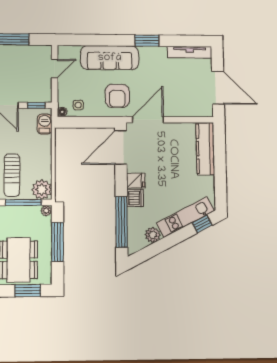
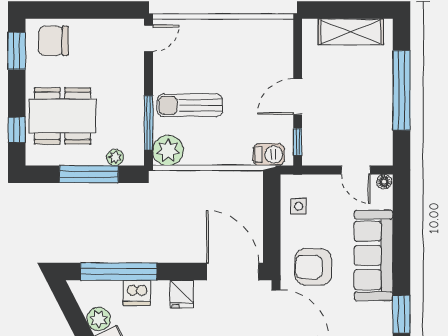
floor lamp: (62, 112) -> (384, 182), moved
dishwasher: (135, 198) -> (137, 293), moved
plant: (46, 211) -> (115, 157), moved
window: (28, 291) -> (17, 130), width x0.67

